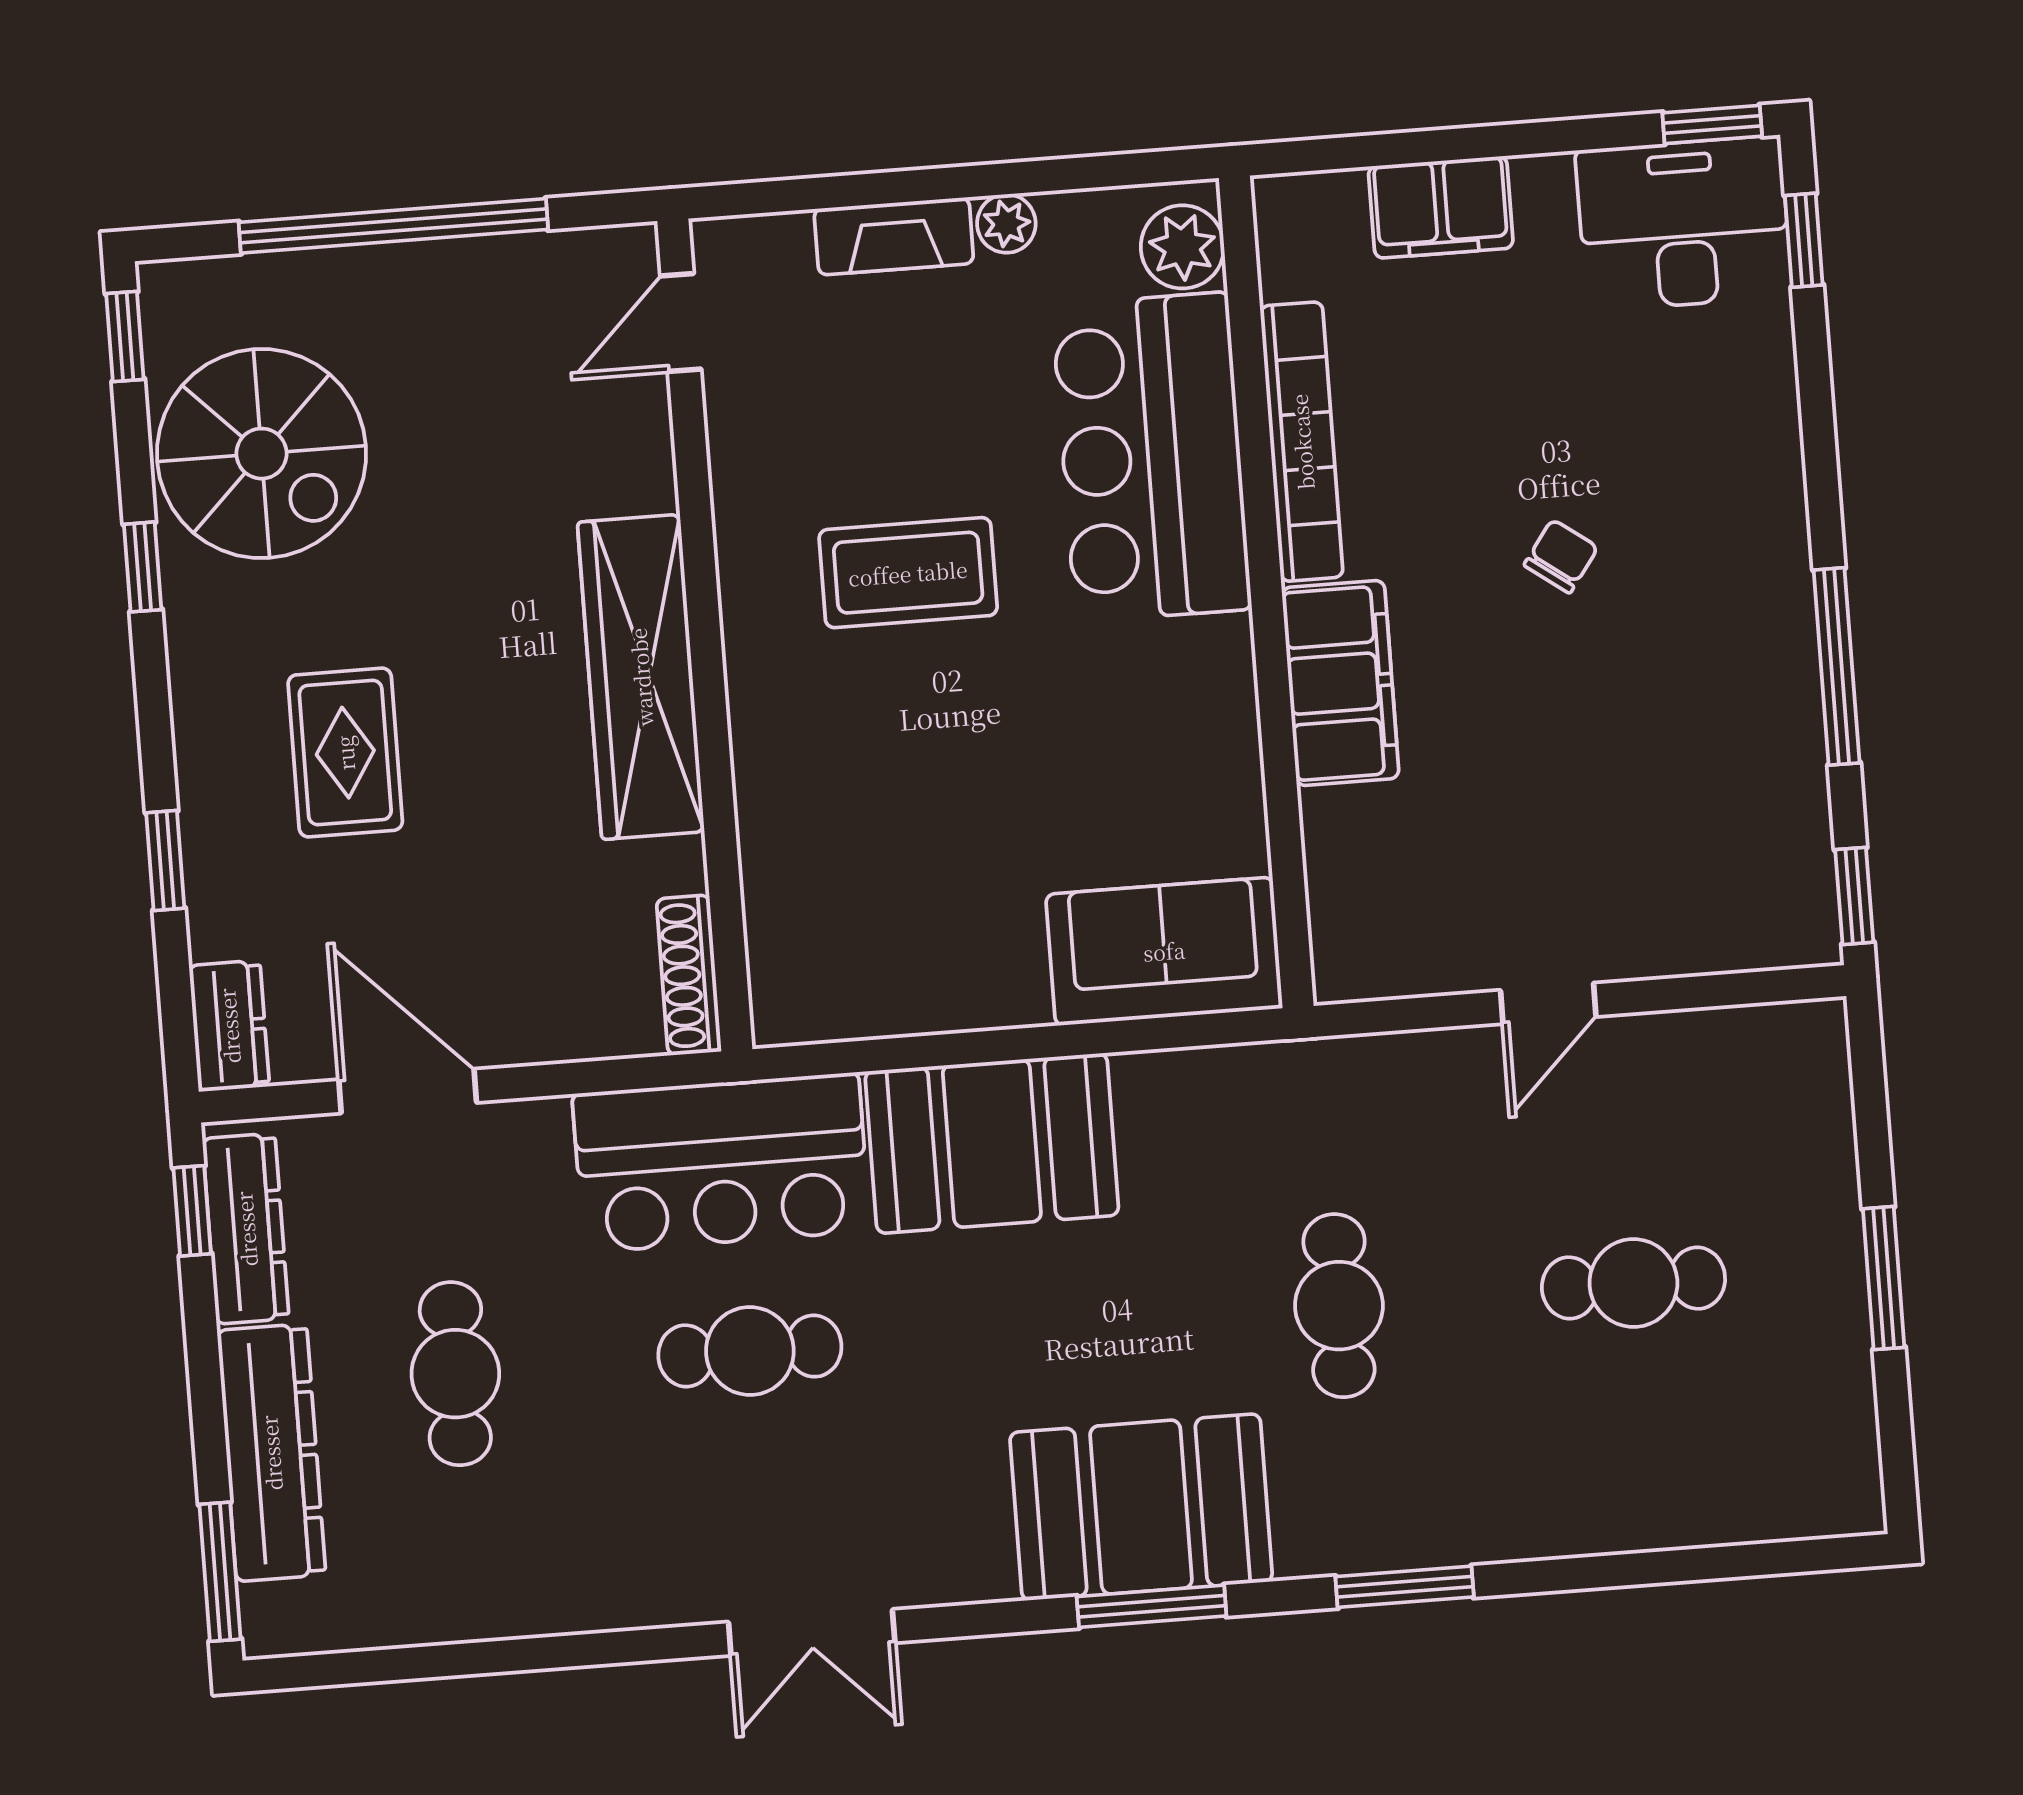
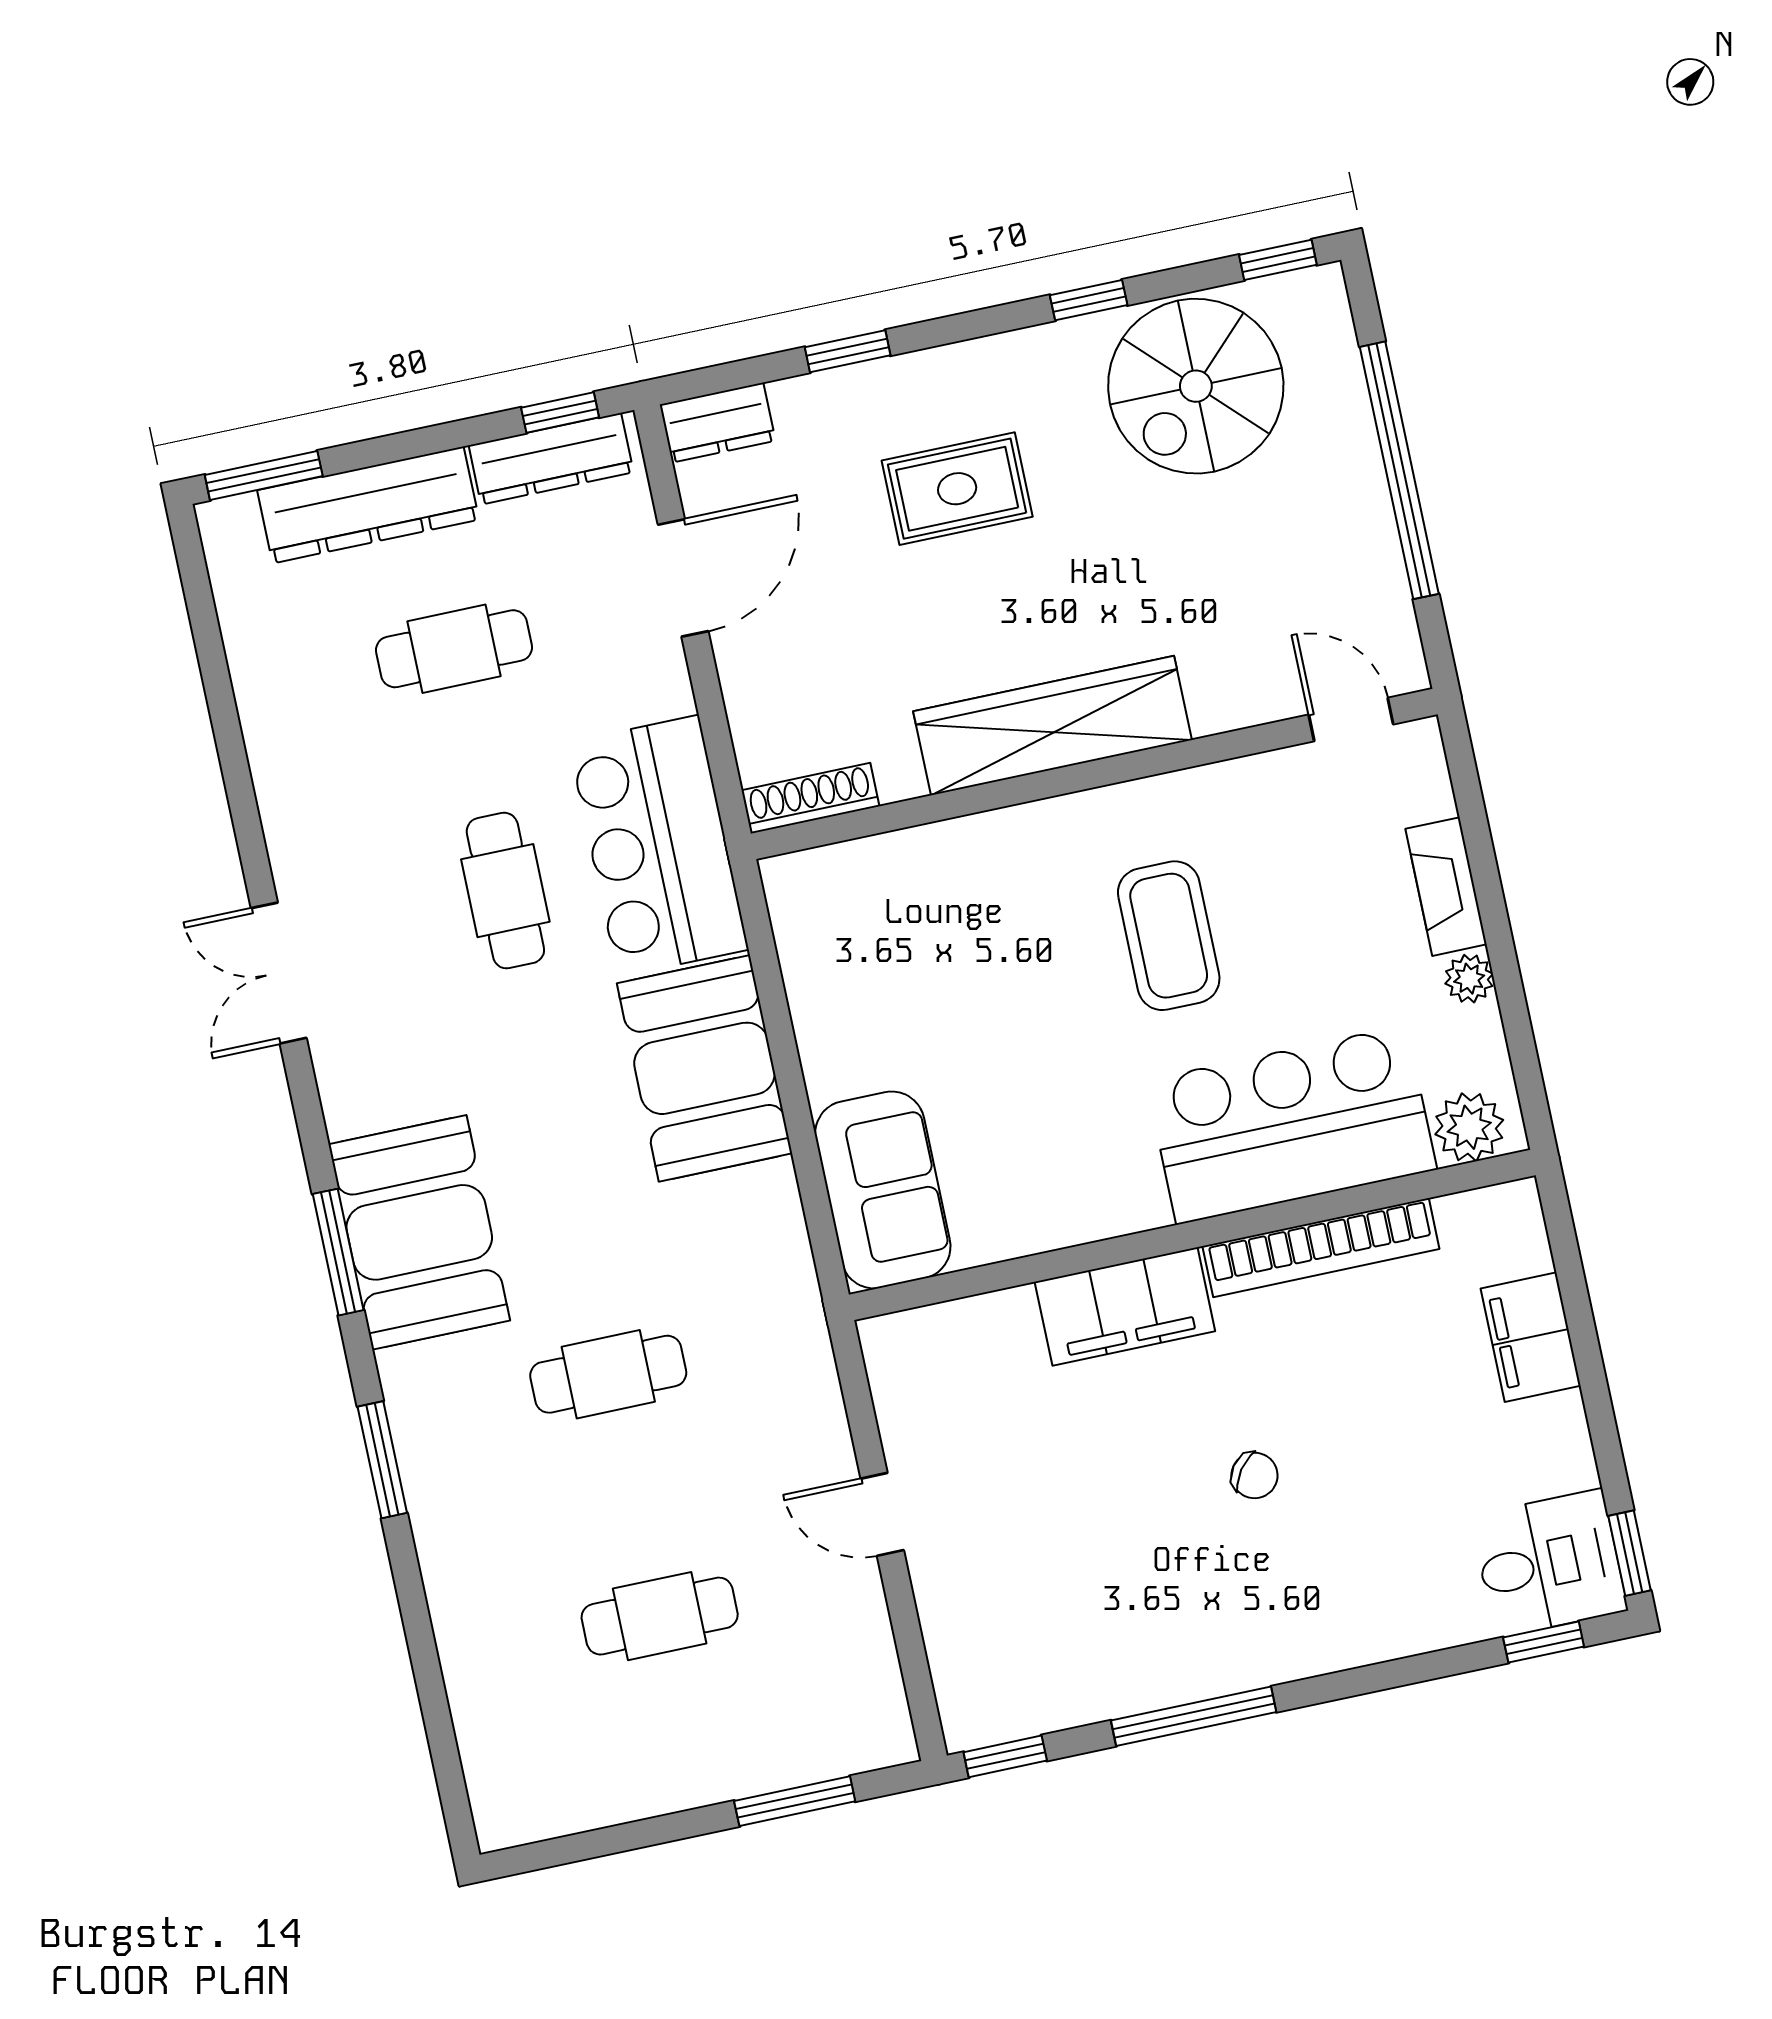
desk: (1684, 223) -> (1549, 1563), width x0.73
window: (1884, 1278) -> (795, 1801), moved
cafe table: (1633, 1283) -> (660, 1616), turned 90

